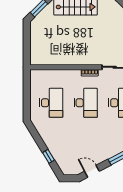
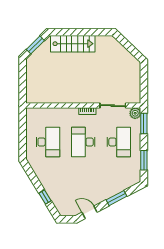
desk: (86, 103) -> (83, 142), turned 180

